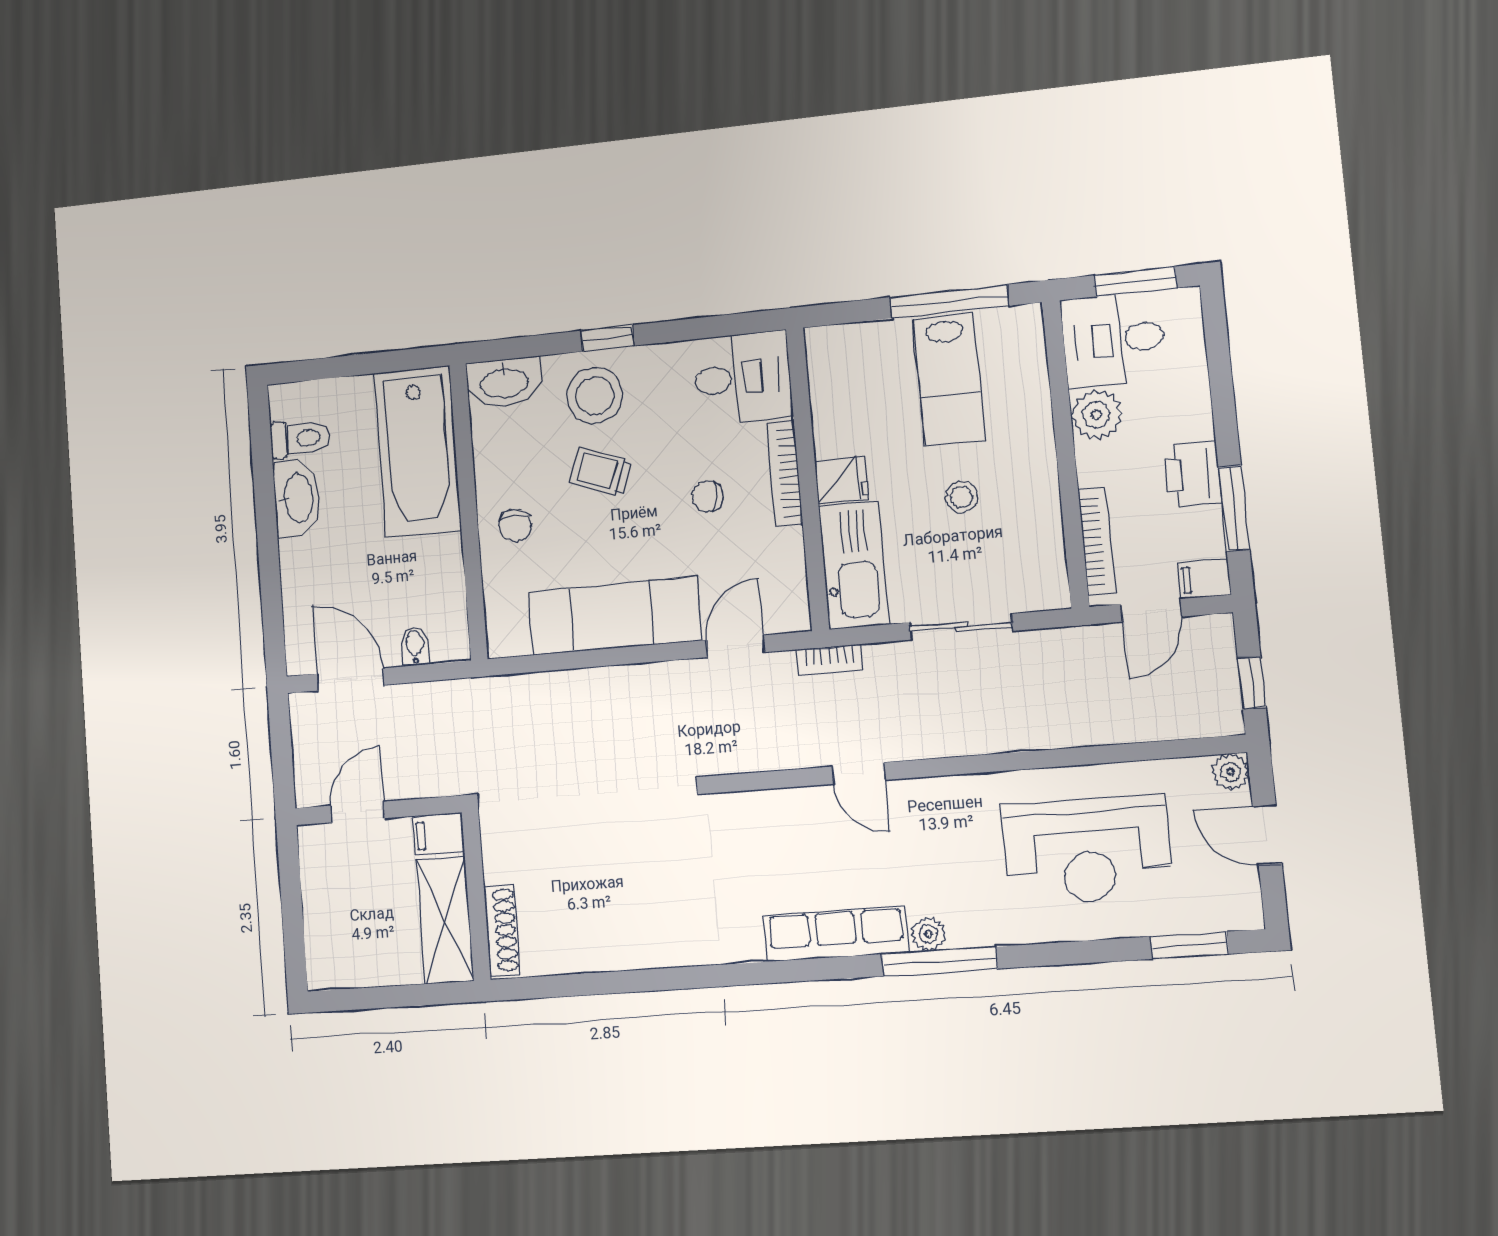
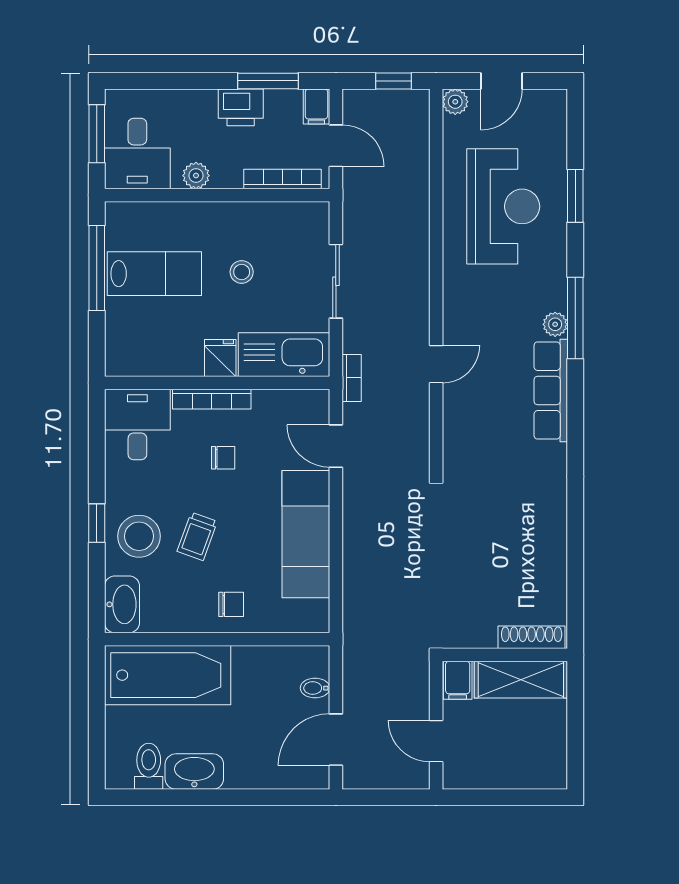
plant: (1097, 415) -> (196, 176), width x0.73, depth x0.73
chair: (707, 496) -> (223, 458), turned -97
window: (1190, 945) -> (575, 196), moved

